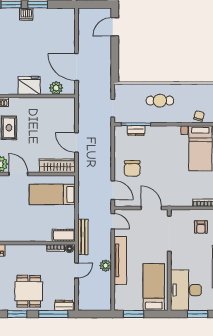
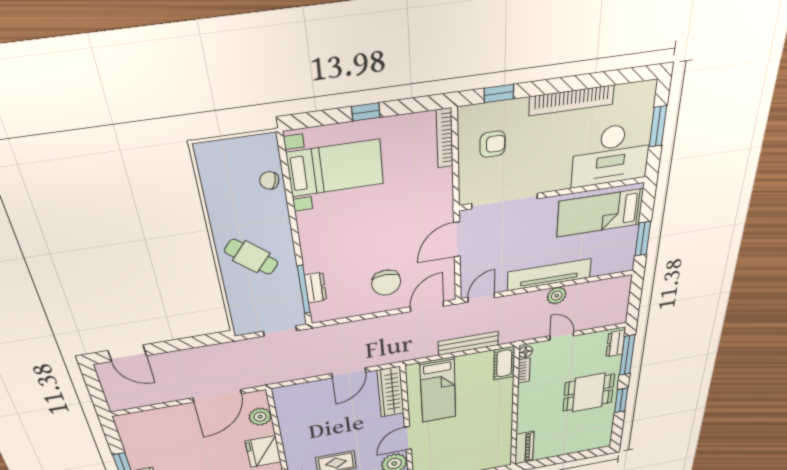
cafe table: (160, 101) -> (251, 257), turned -50
chair: (132, 168) -> (386, 283), turned 90
bench: (83, 237) -> (468, 343), moved

